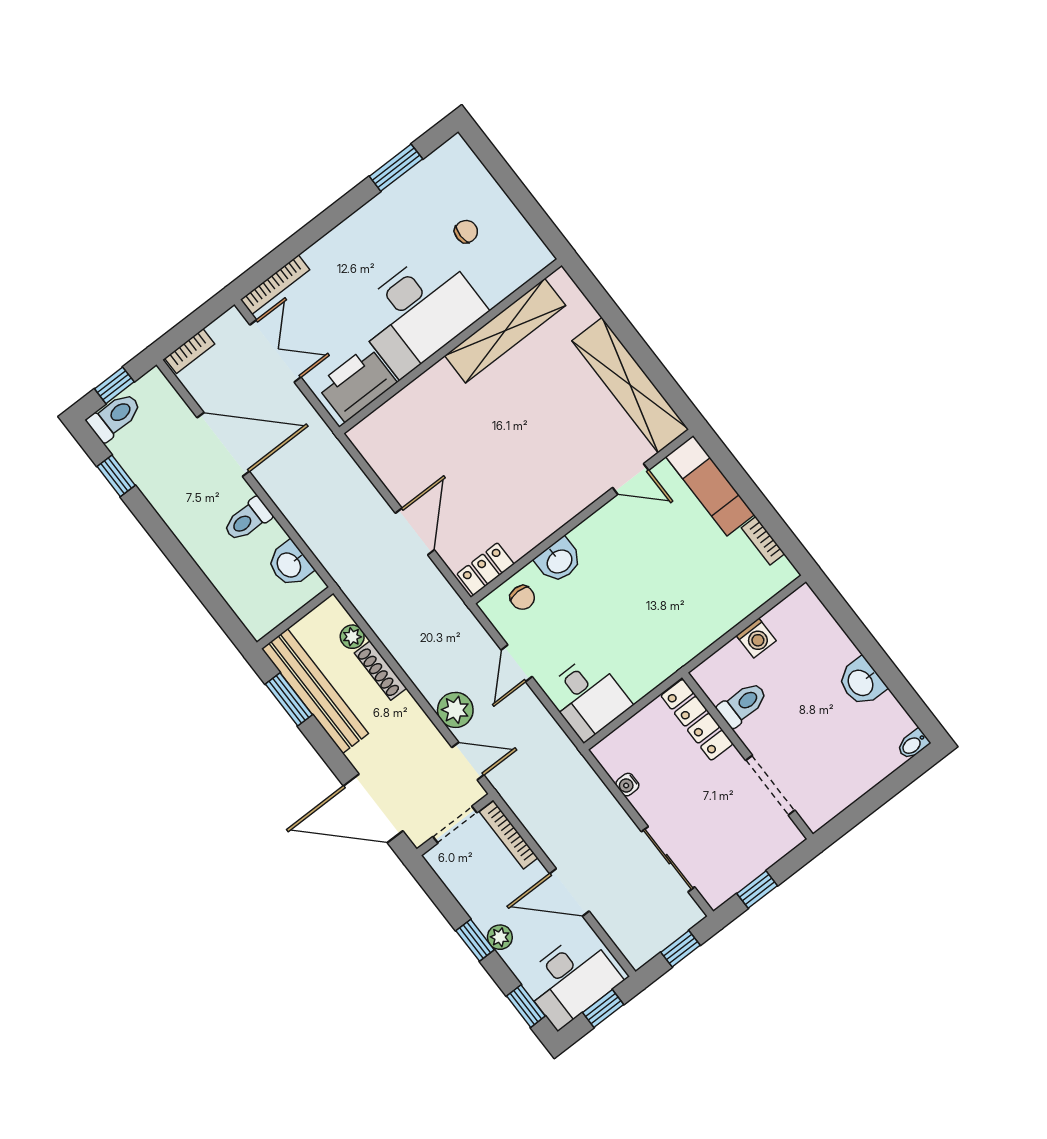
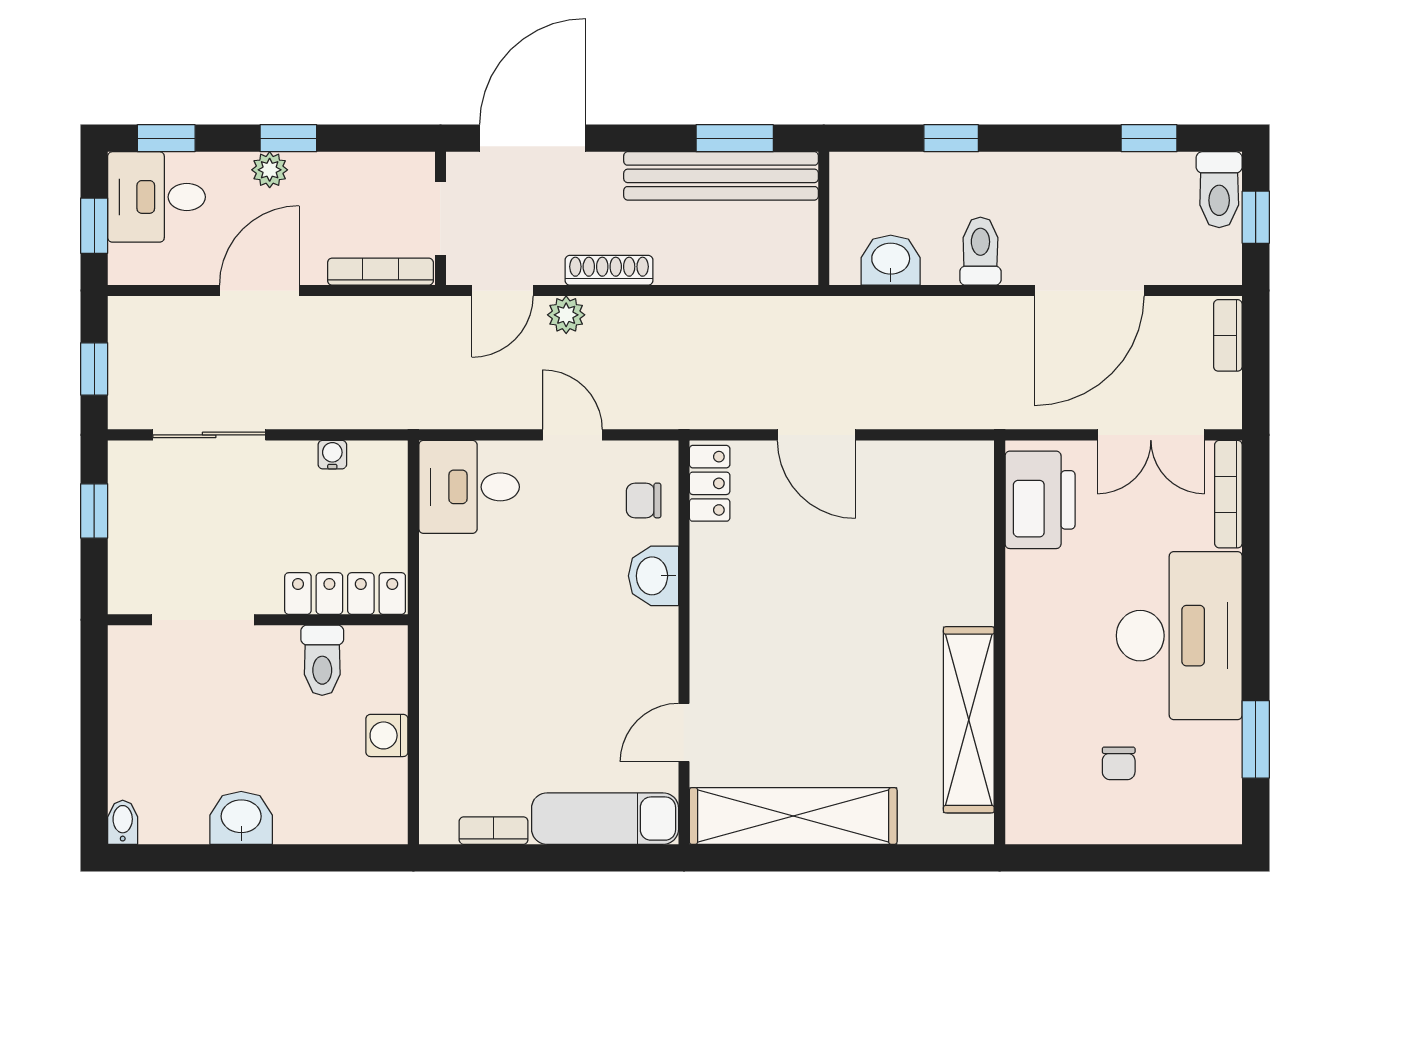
desk: (419, 312) -> (1179, 636), moved, turned 180
window: (199, 583) -> (951, 138), added
plant: (352, 637) -> (751, 268), removed
shoe rack: (380, 671) -> (609, 270), moved
plant: (455, 710) -> (566, 315), width x0.73, depth x0.73
desk: (571, 980) -> (156, 197), width x0.73

